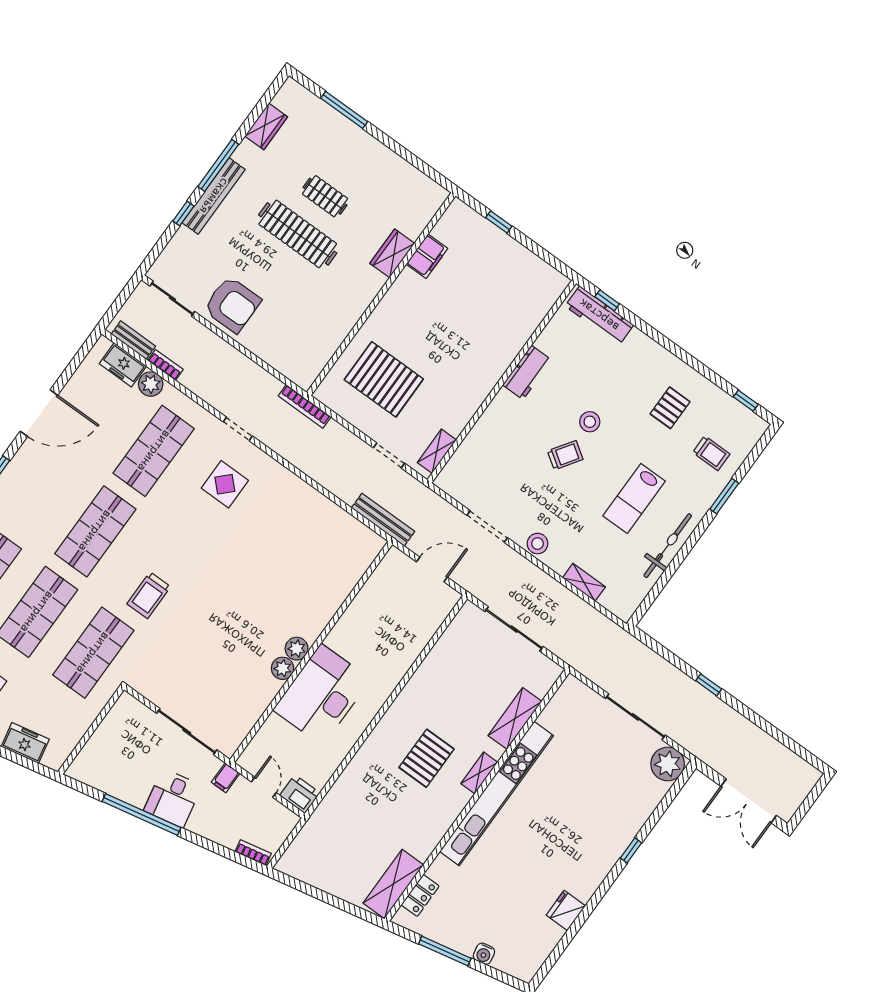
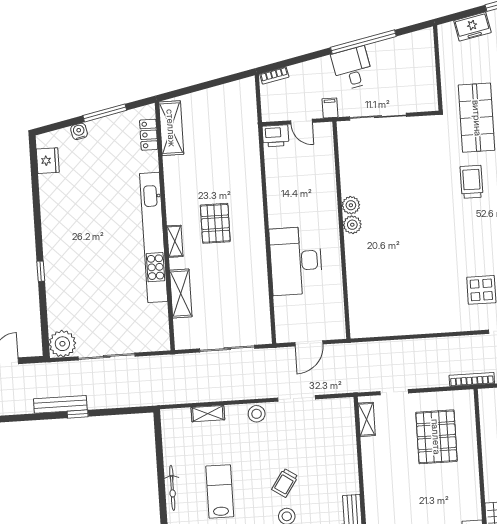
pallet: (384, 379) -> (436, 437), turned 90
bench: (383, 520) -> (60, 404), moved
bicycle: (668, 546) -> (172, 488), width x0.73, depth x0.71
desk: (322, 695) -> (296, 261), moved, turned 180
fridge: (566, 910) -> (48, 161), moved

